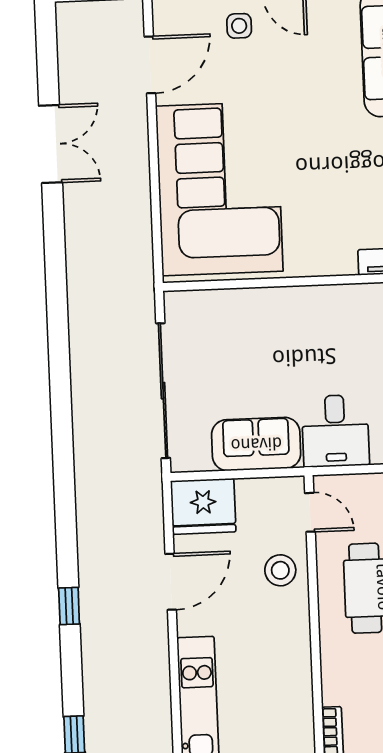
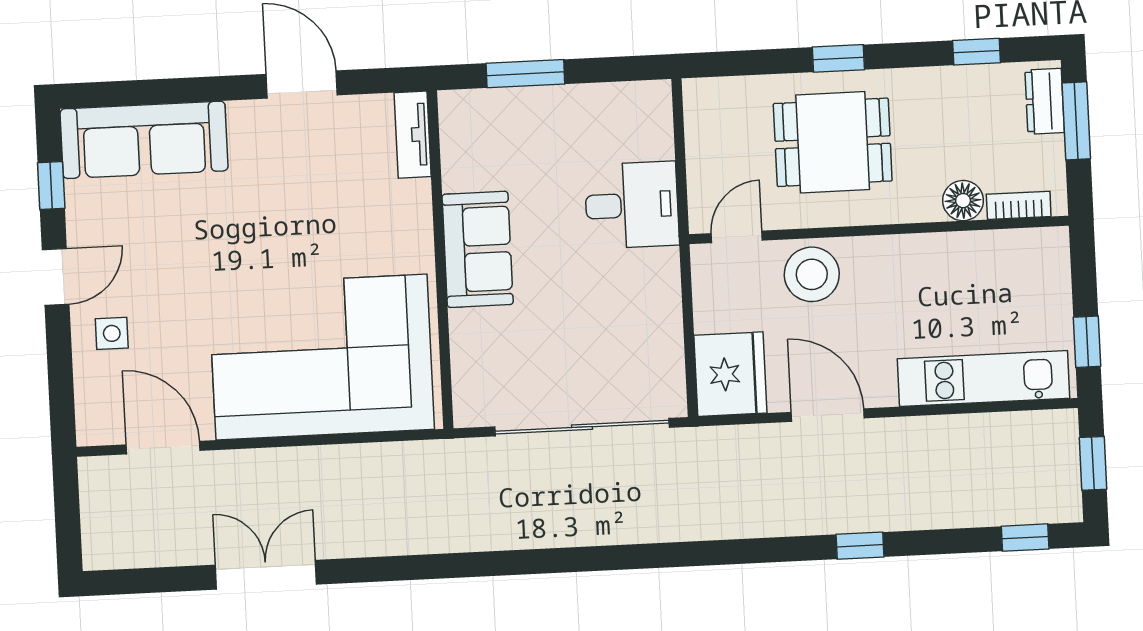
sofa: (256, 444) -> (478, 249), moved, turned 180
stool: (280, 570) -> (812, 274), width x1.38, depth x1.38
floor lamp: (337, 688) -> (963, 201), added

